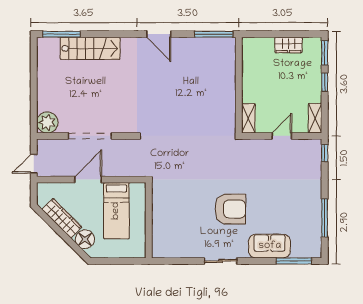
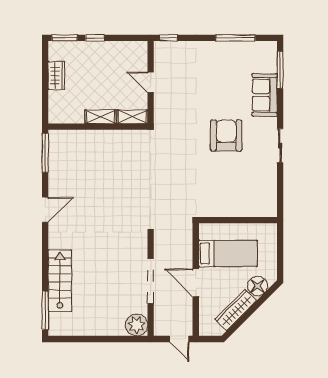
shelving: (315, 118) -> (100, 117), moved

